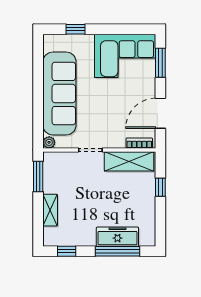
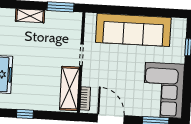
plant: (49, 142) -> (90, 18), removed
window: (160, 187) -> (25, 114), moved

